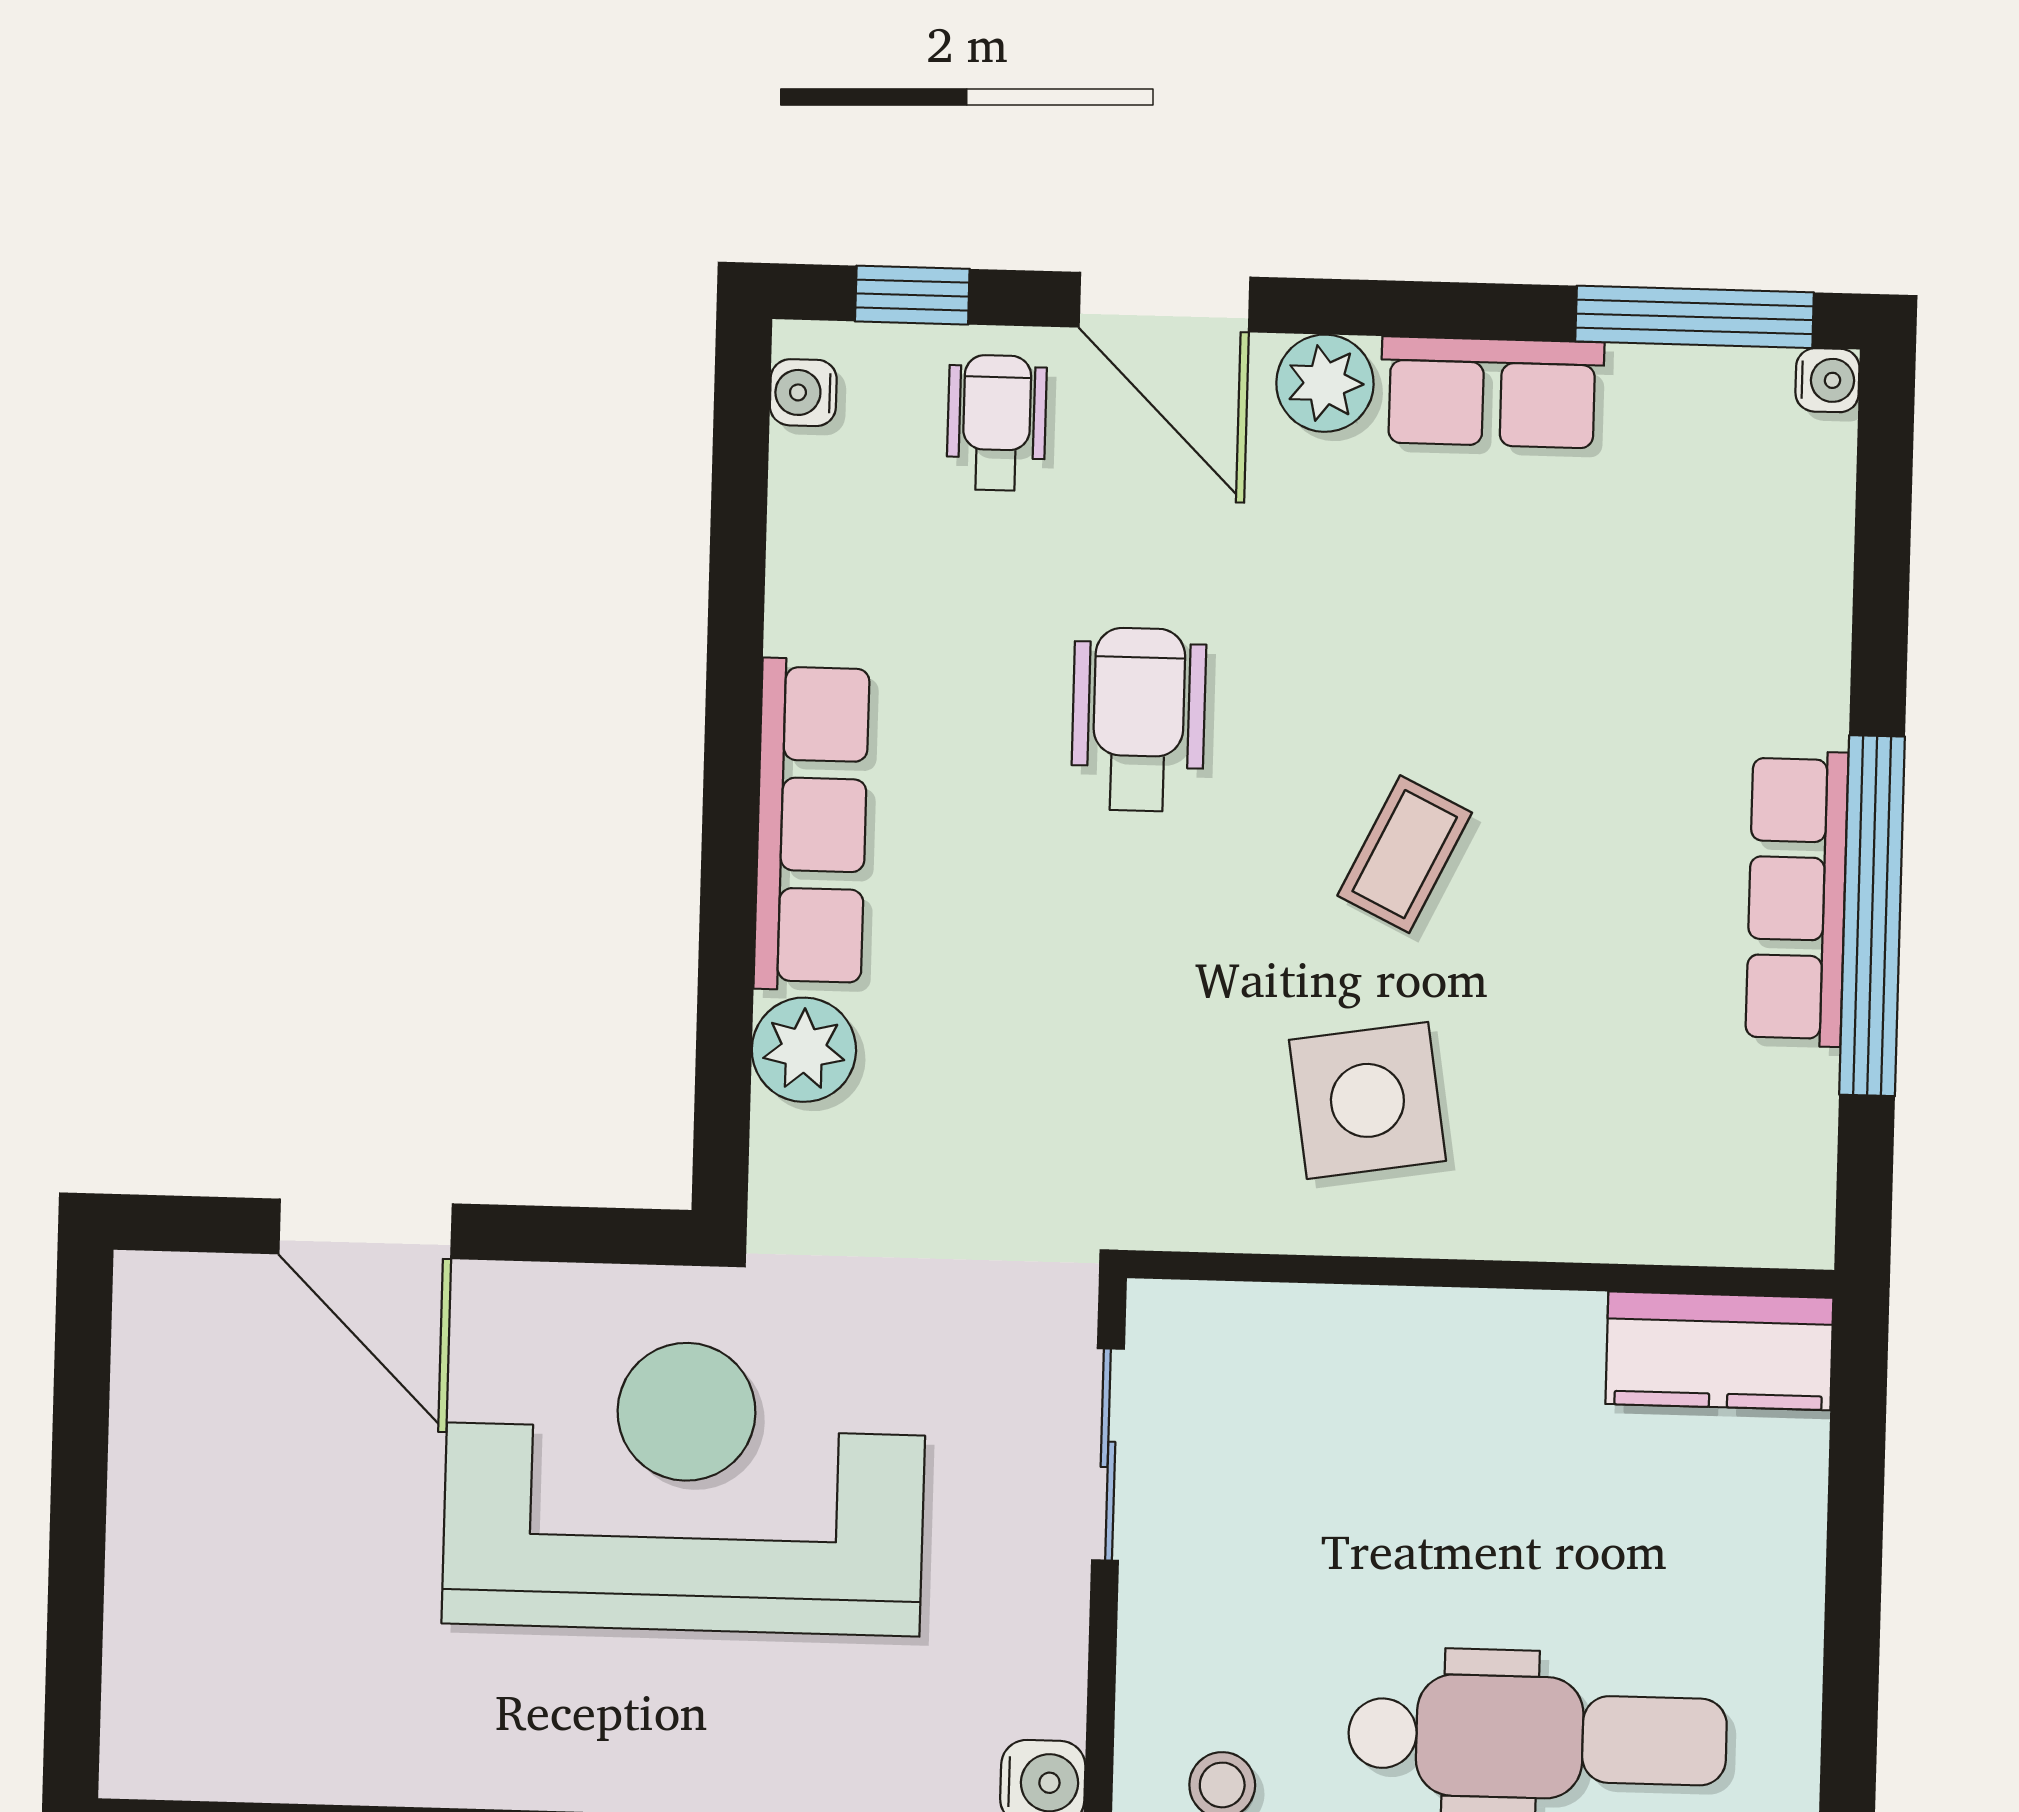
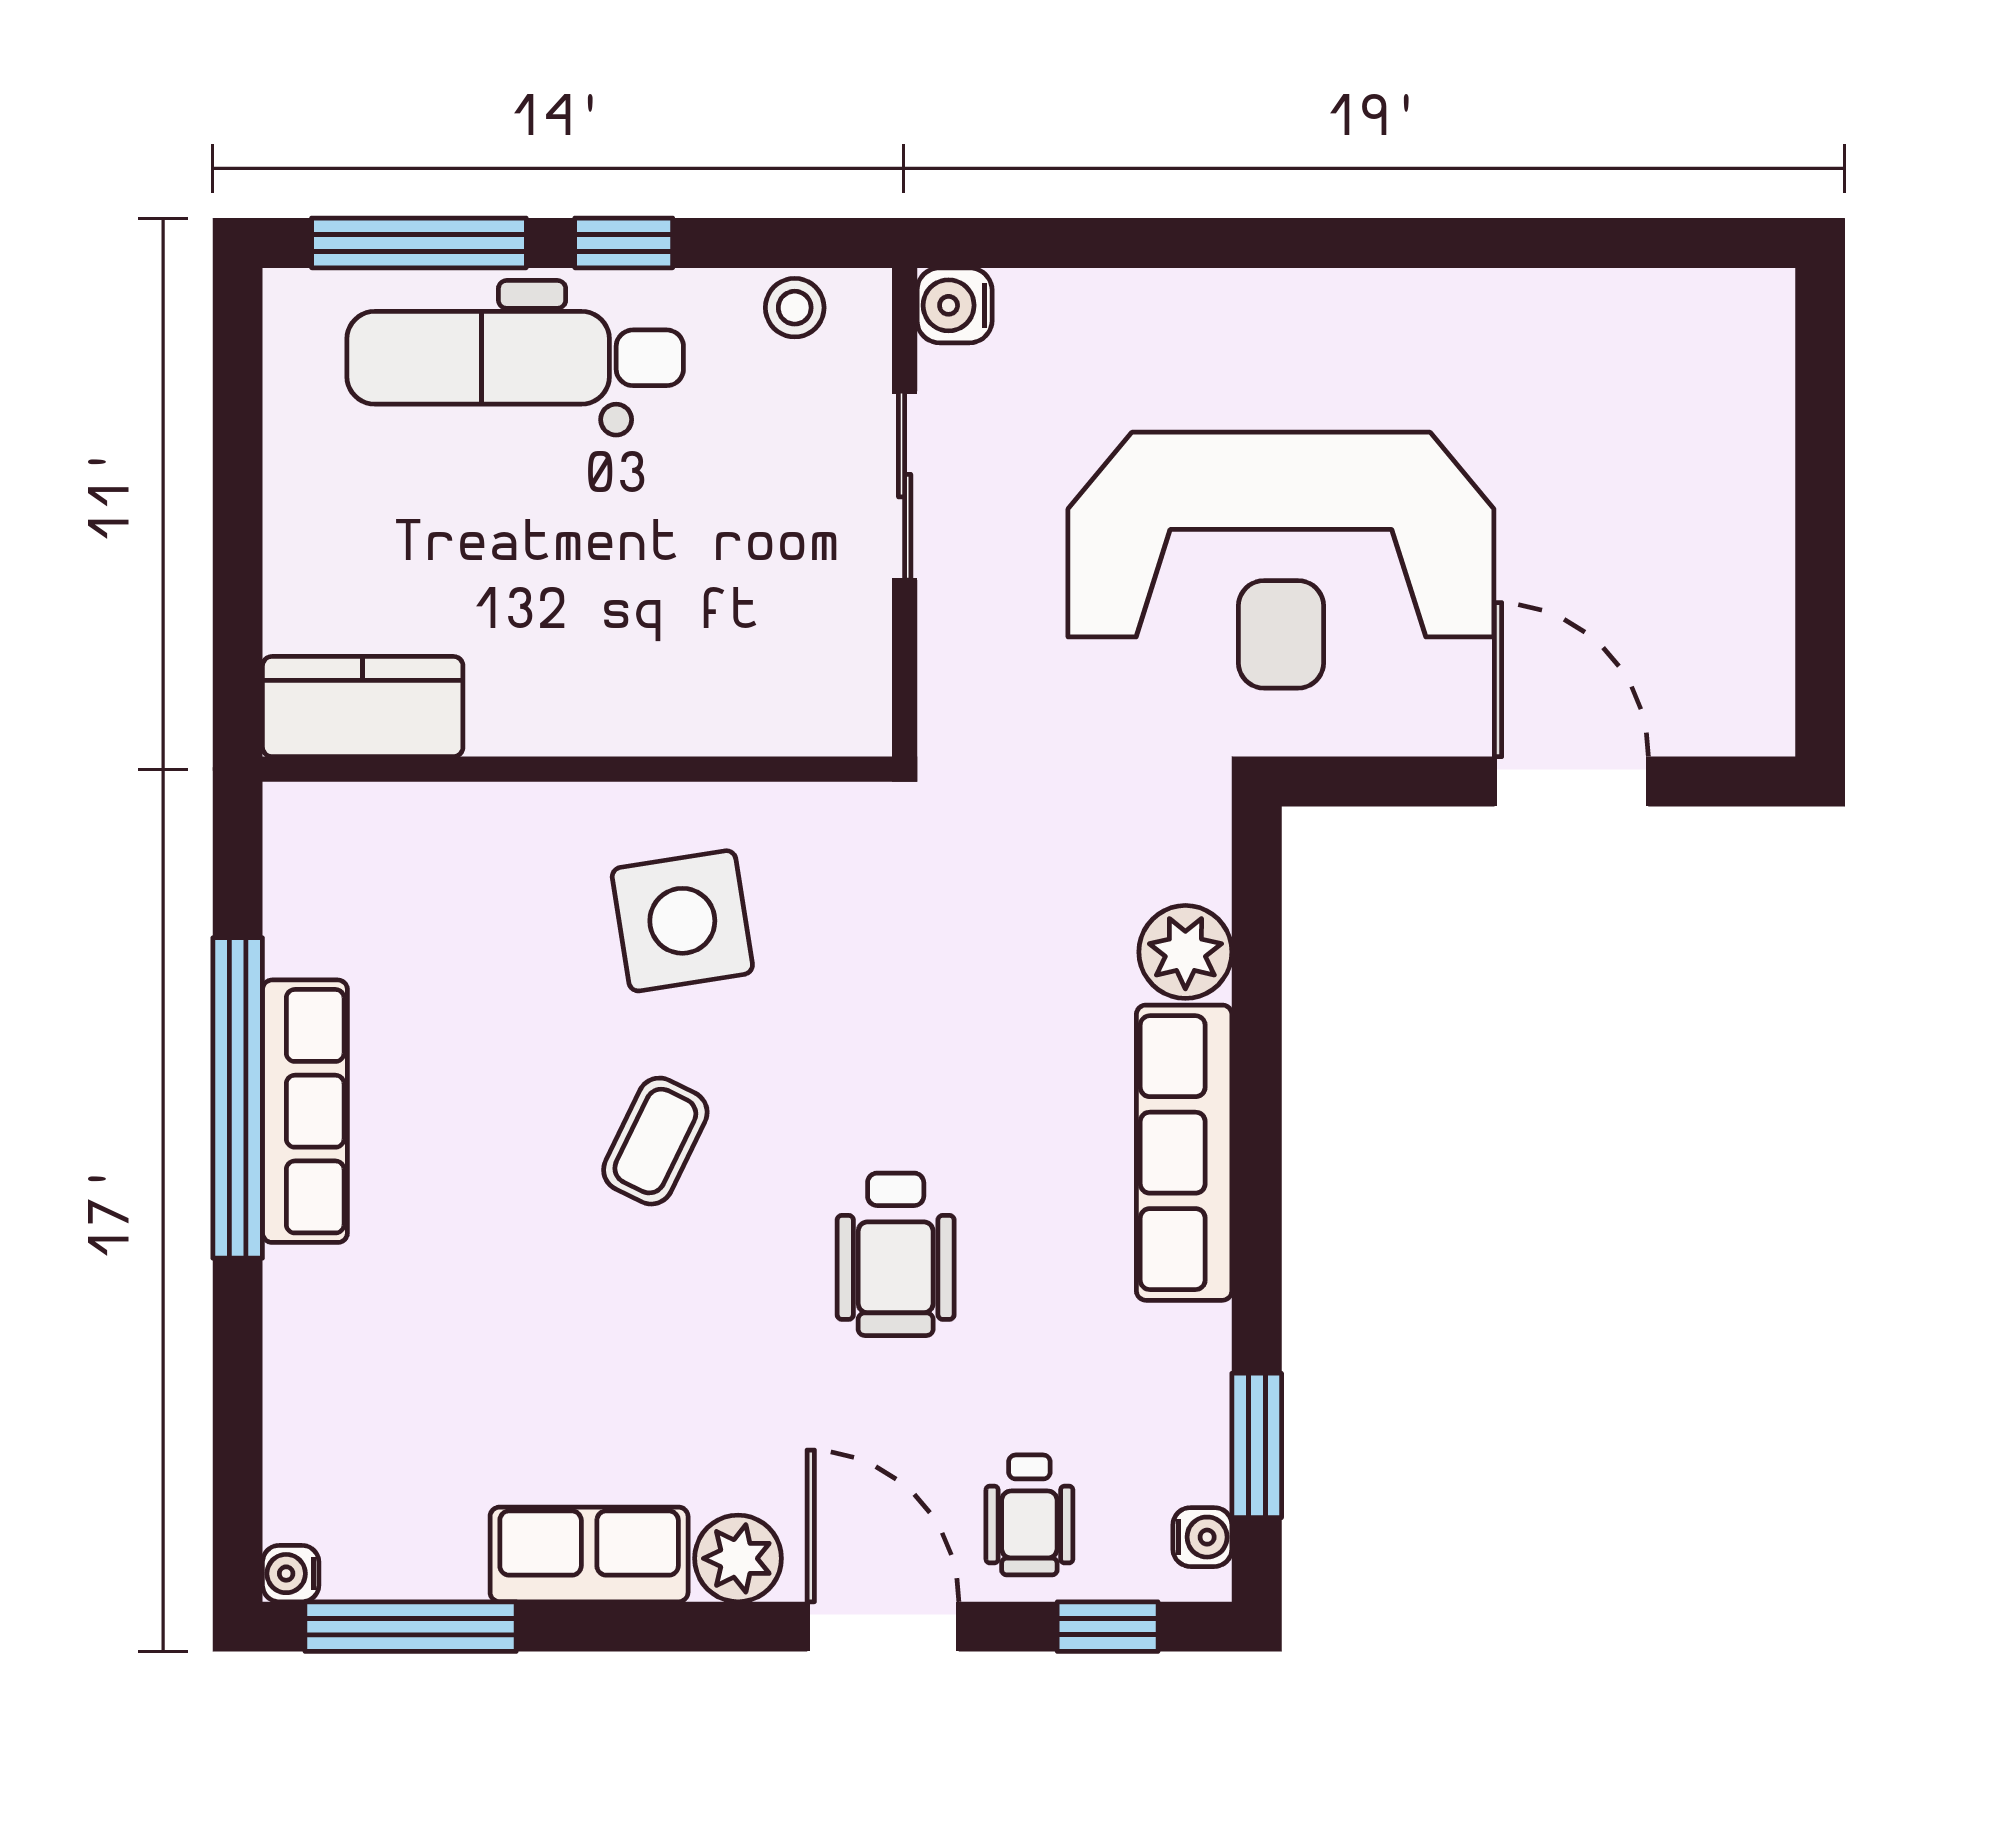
window: (739, 494) -> (1257, 1445), added
sliding door: (1108, 1454) -> (905, 486), moved

